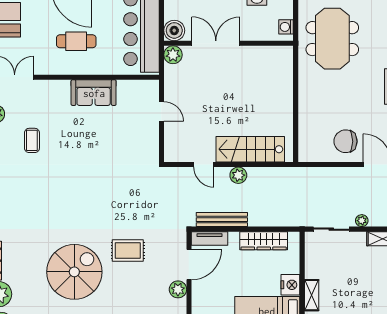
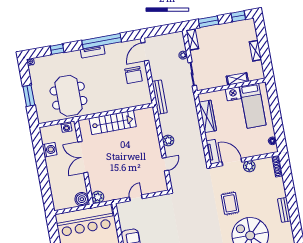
meeting table: (332, 39) -> (68, 96), turned 90
double door: (216, 43) -> (83, 157), moved
stairs: (250, 149) -> (113, 122), moved, turned -90
bench: (222, 220) -> (159, 97), moved

